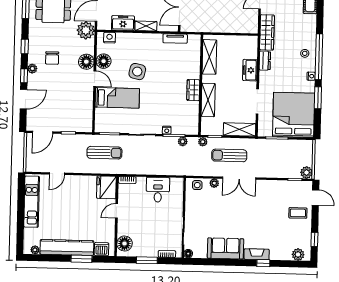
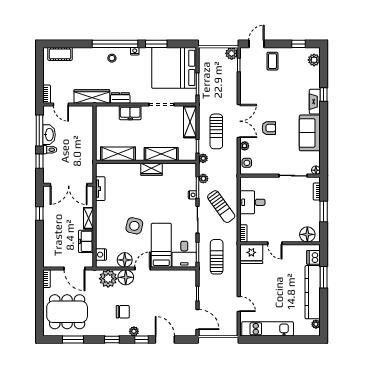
plant: (86, 30) -> (108, 279), moved
desk: (108, 120) -> (184, 254), added
sun lounger: (154, 158) -> (221, 207), added
armchair: (231, 208) -> (269, 128), added

